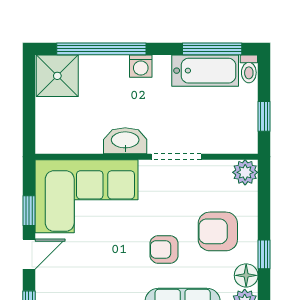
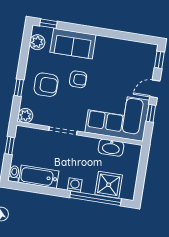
window: (212, 49) -> (33, 188), removed
shower: (57, 76) -> (109, 185), moved
washbasin: (125, 141) -> (111, 148), moved
window: (264, 254) -> (19, 88), moved
floor lamp: (246, 275) -> (34, 57), removed

